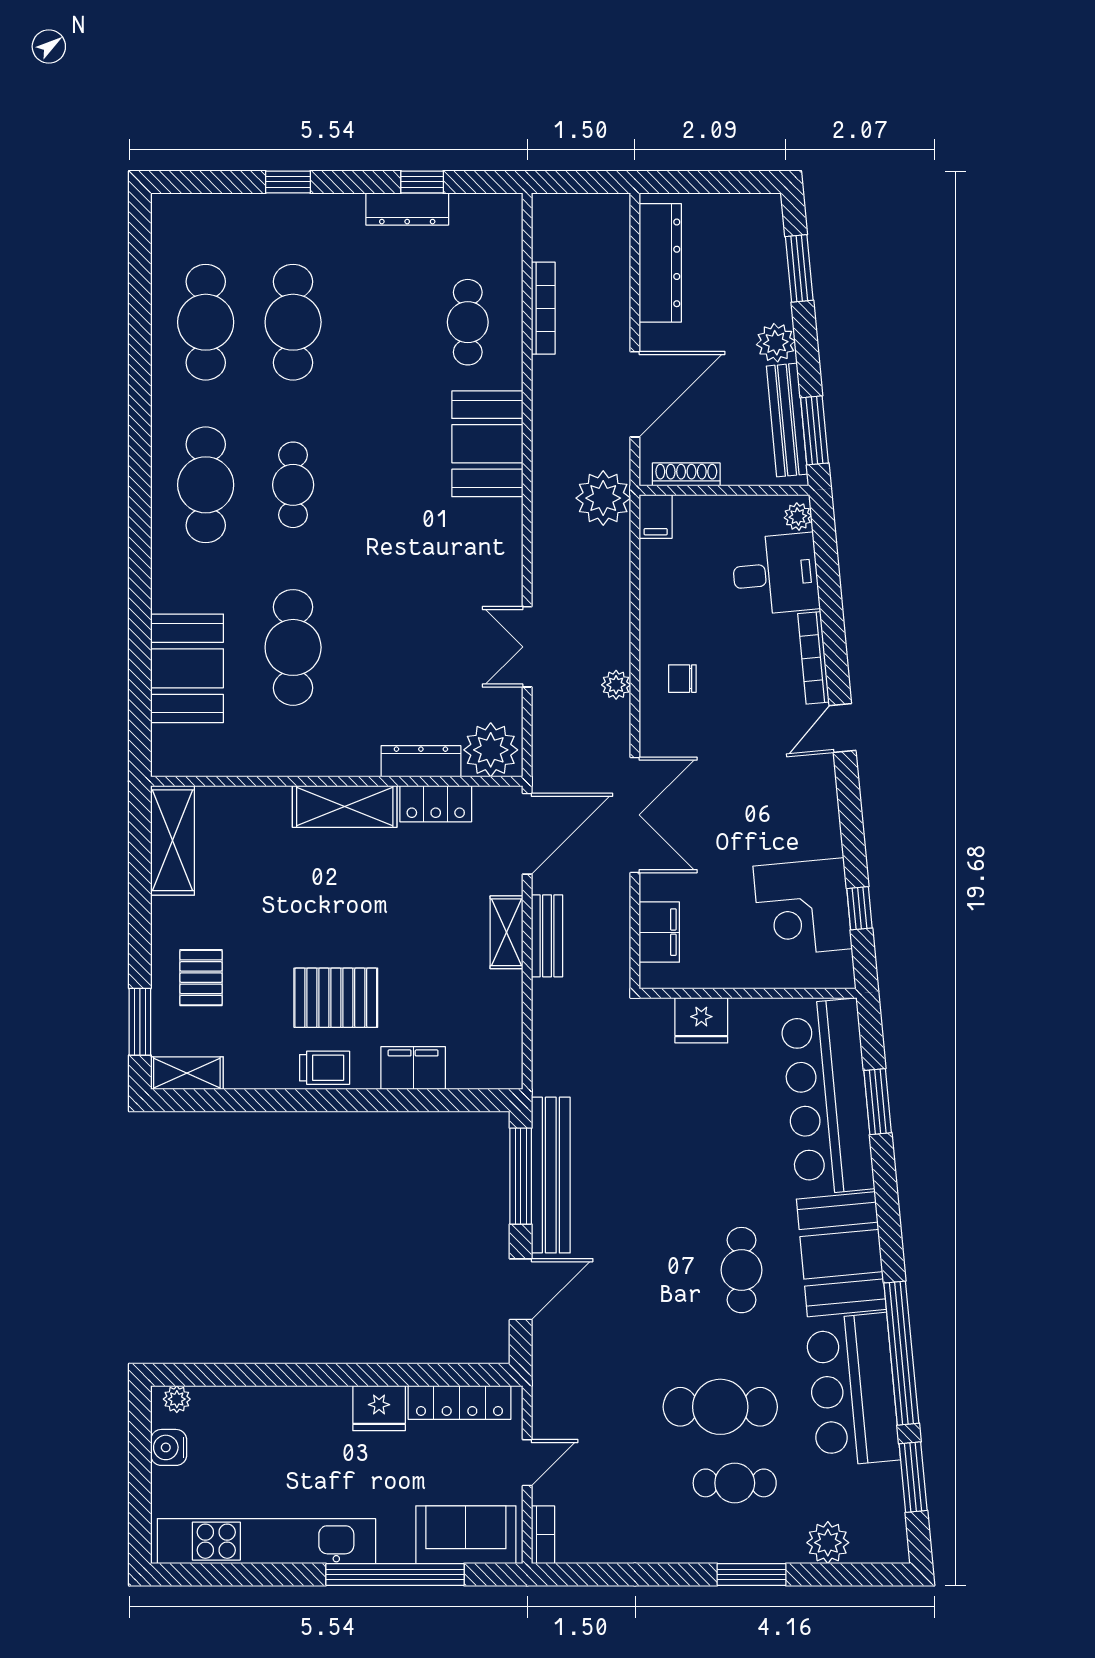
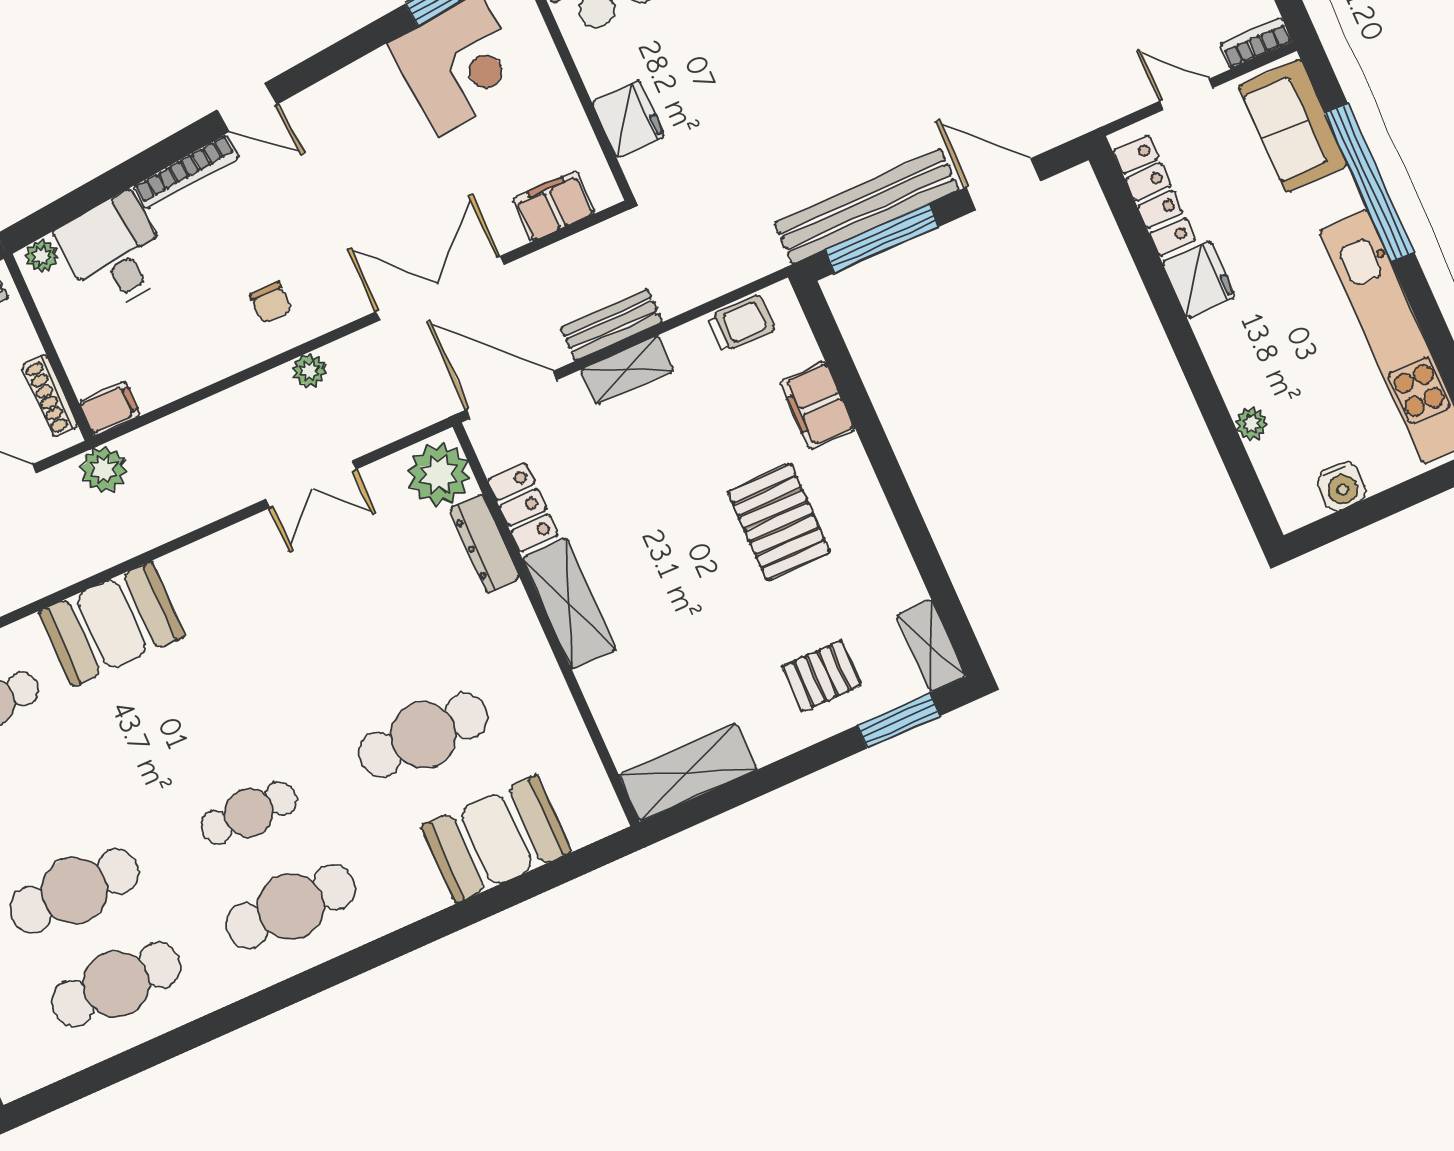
plant: (603, 498) -> (104, 469), width x0.73, depth x0.73
trolley: (325, 1068) -> (741, 324), moved, turned 90
plant: (177, 1399) -> (1251, 424), moved

